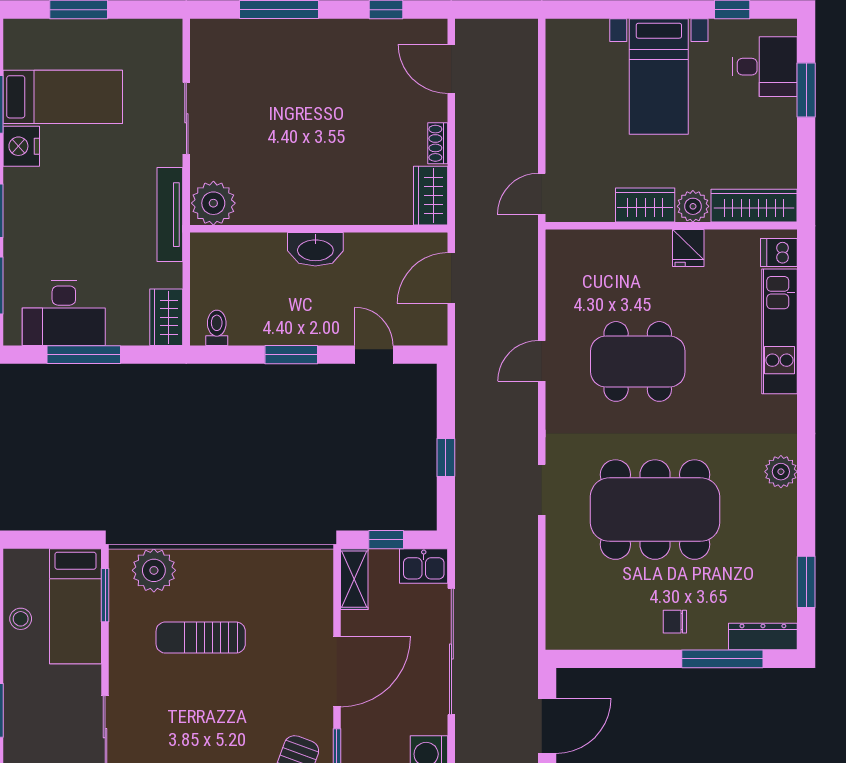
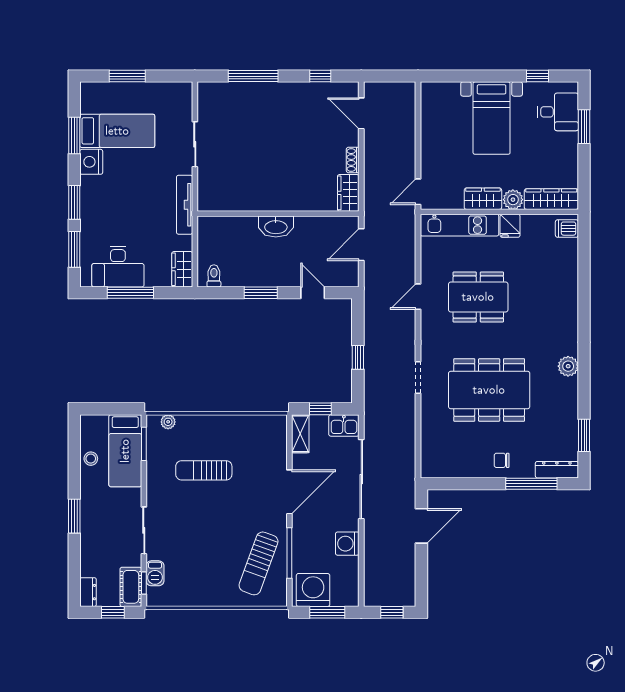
plant: (213, 203) -> (212, 198), removed
kitchen unit: (779, 331) -> (459, 225), moved, turned -90
plant: (154, 570) -> (168, 422), width x0.53, depth x0.53

